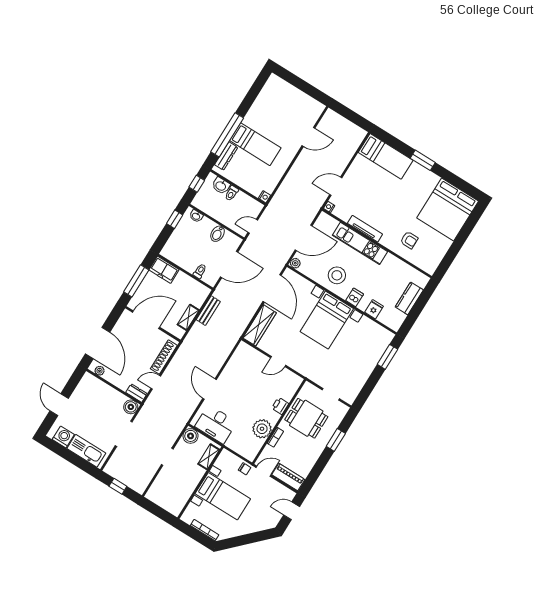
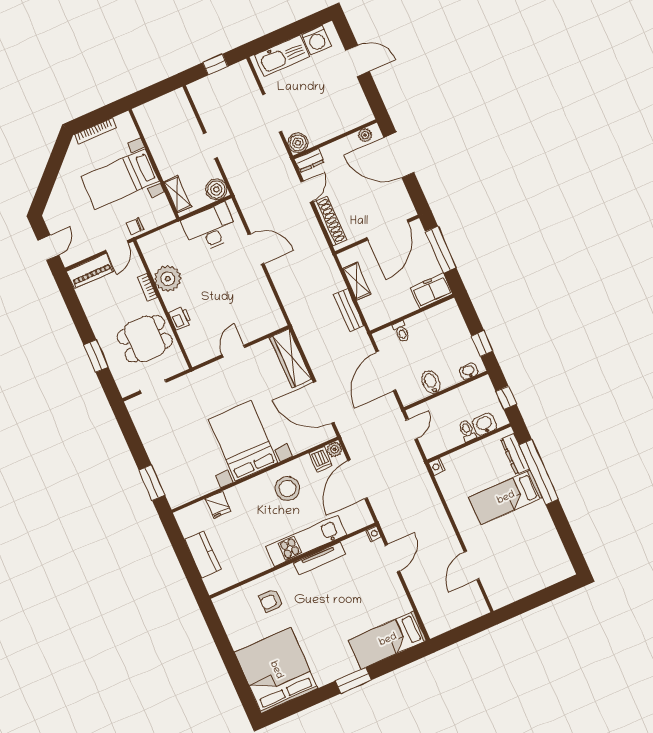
dishwasher: (355, 297) -> (321, 459), moved

